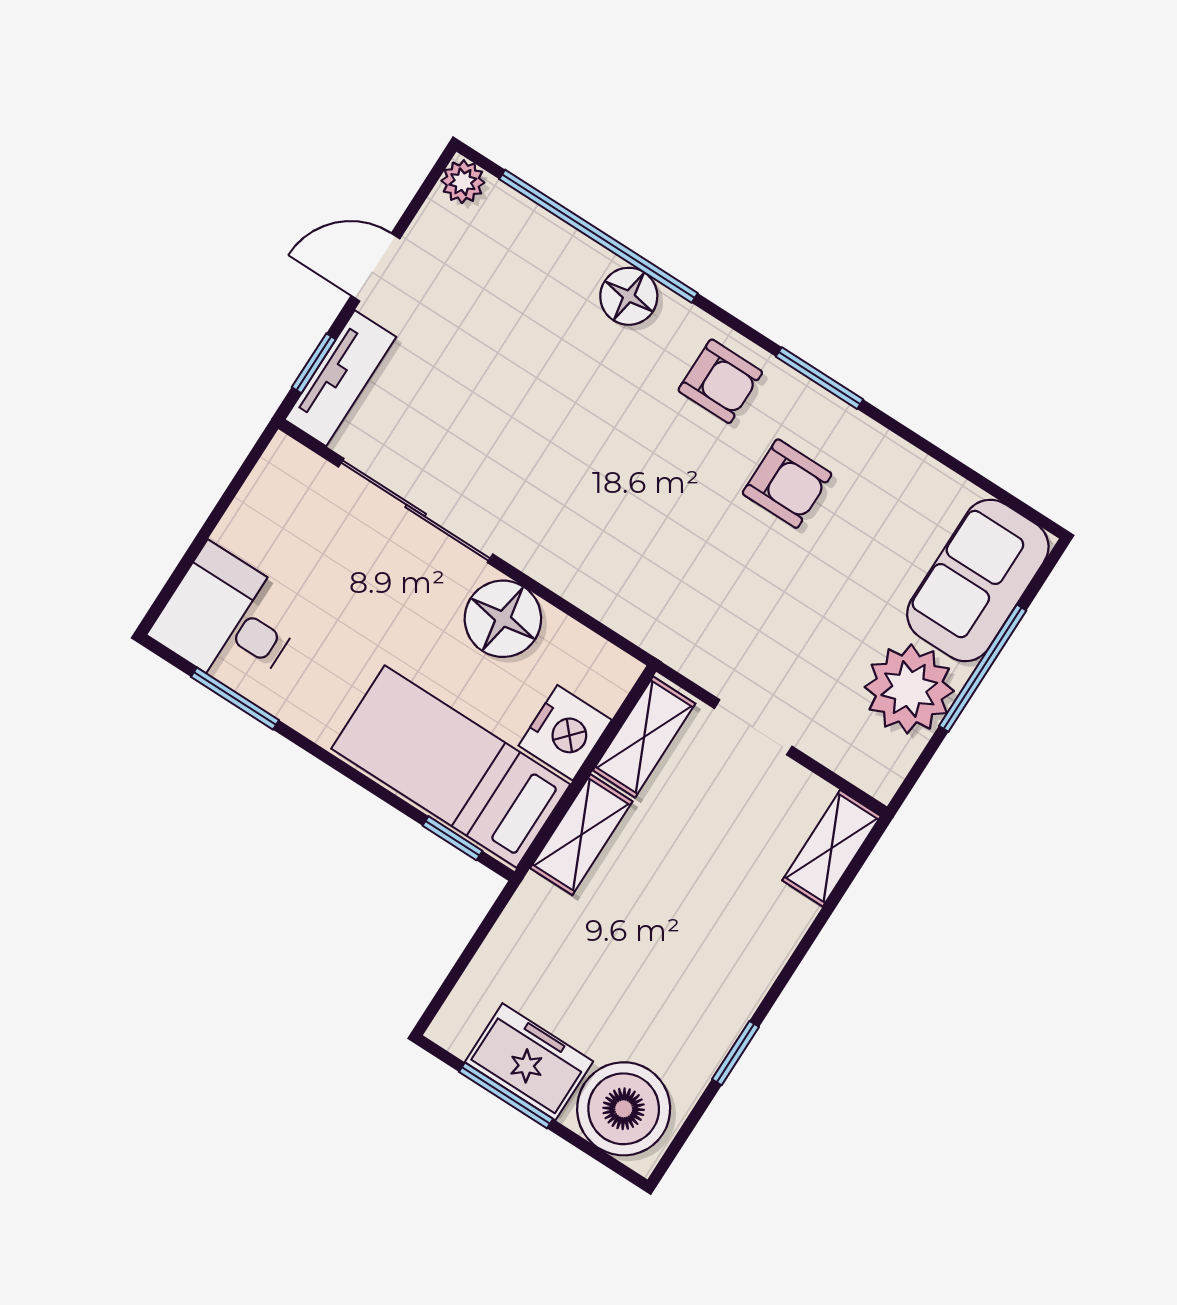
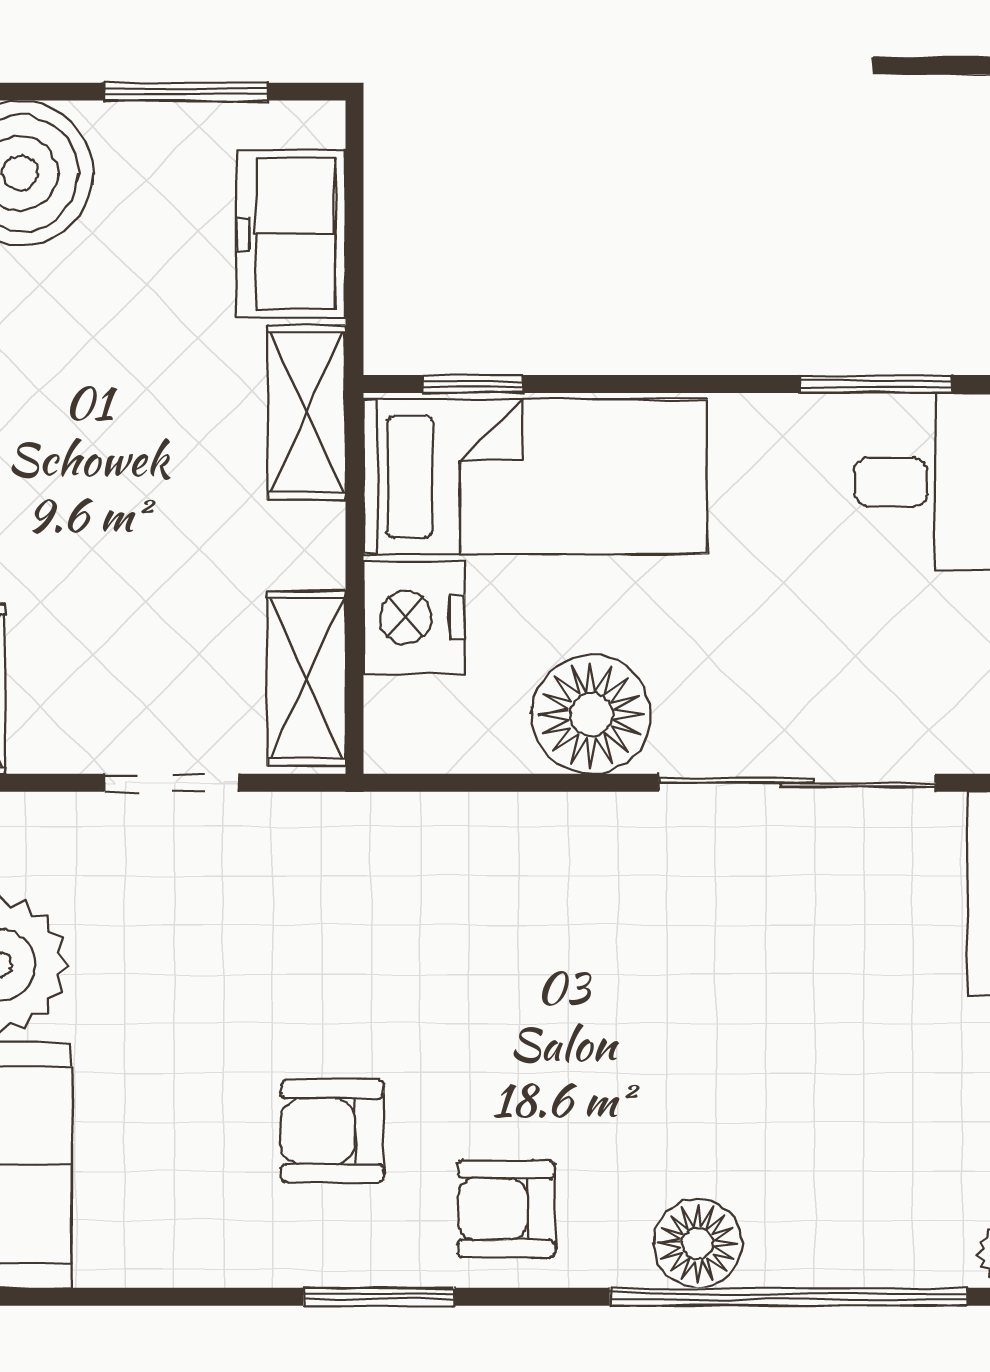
shelving: (581, 835) -> (307, 412), moved
freezer: (529, 1062) -> (291, 234), moved, turned 90

